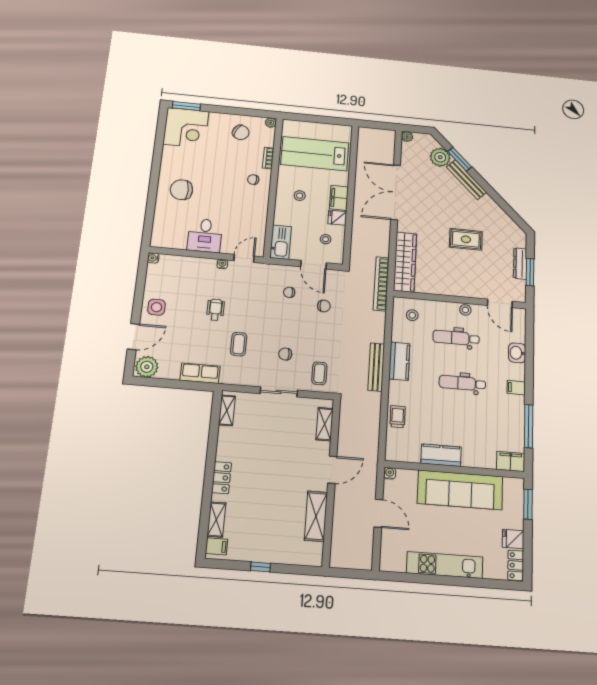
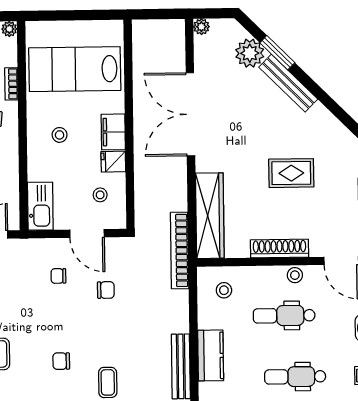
shoe rack: (455, 290) -> (279, 248), added

